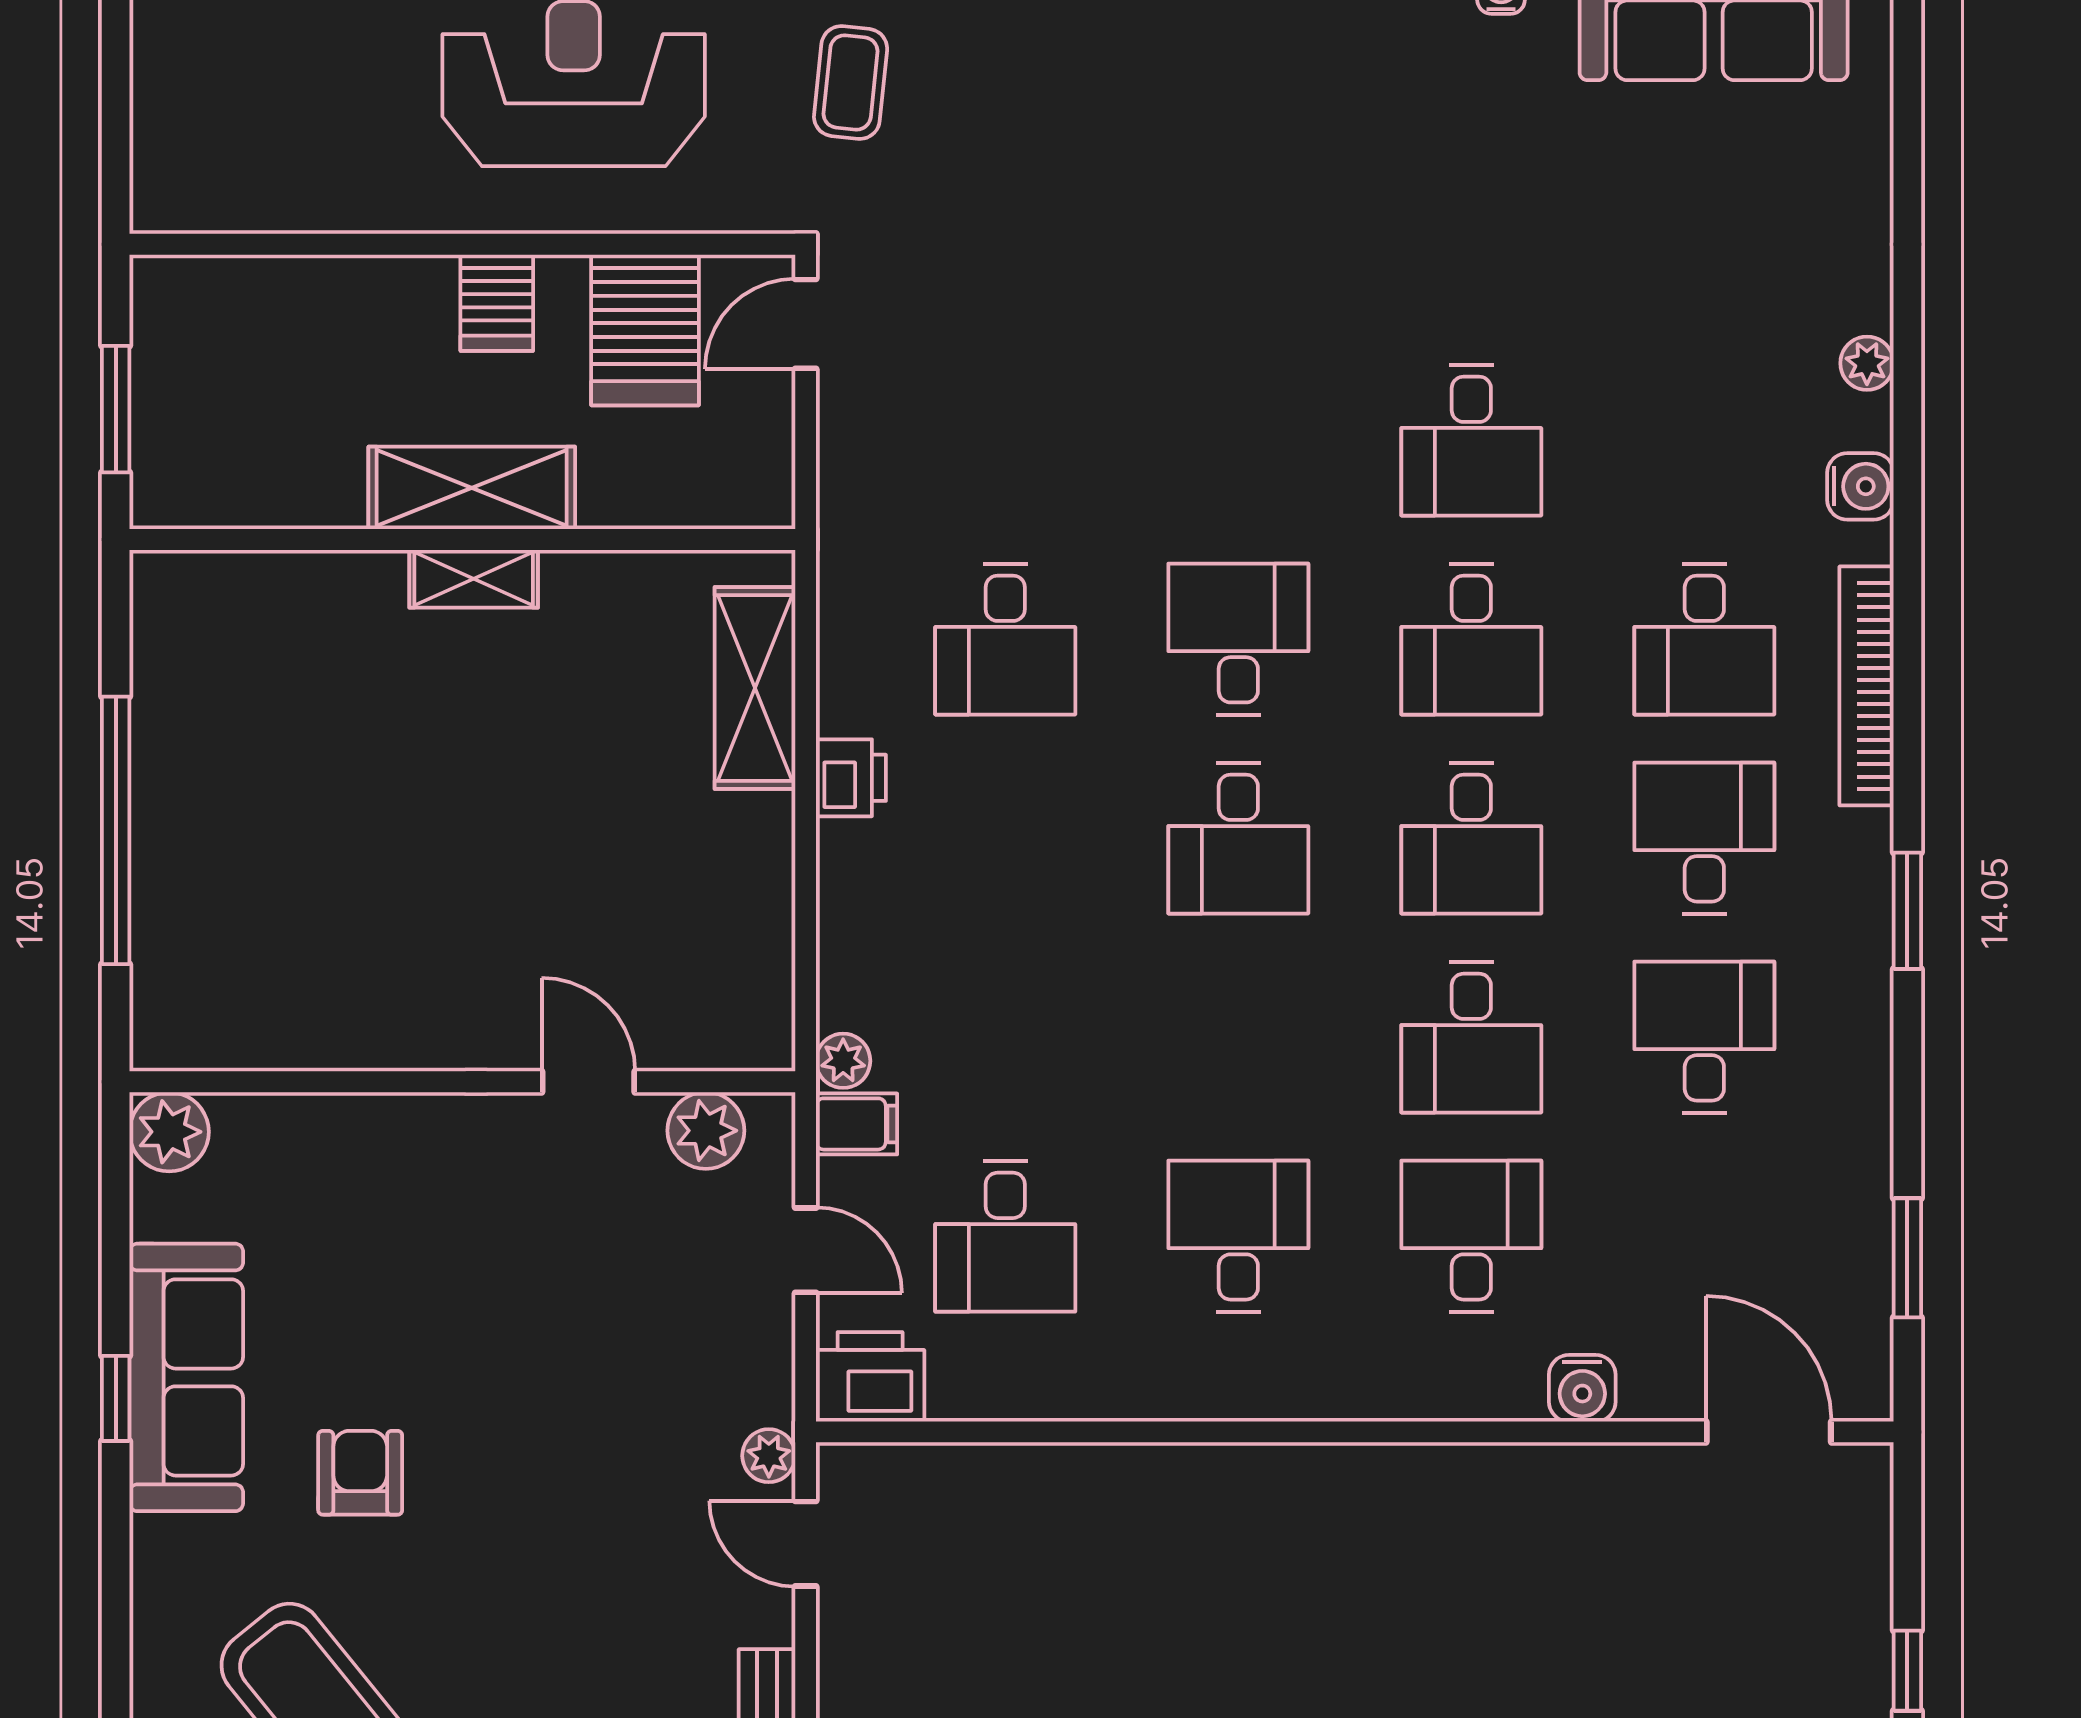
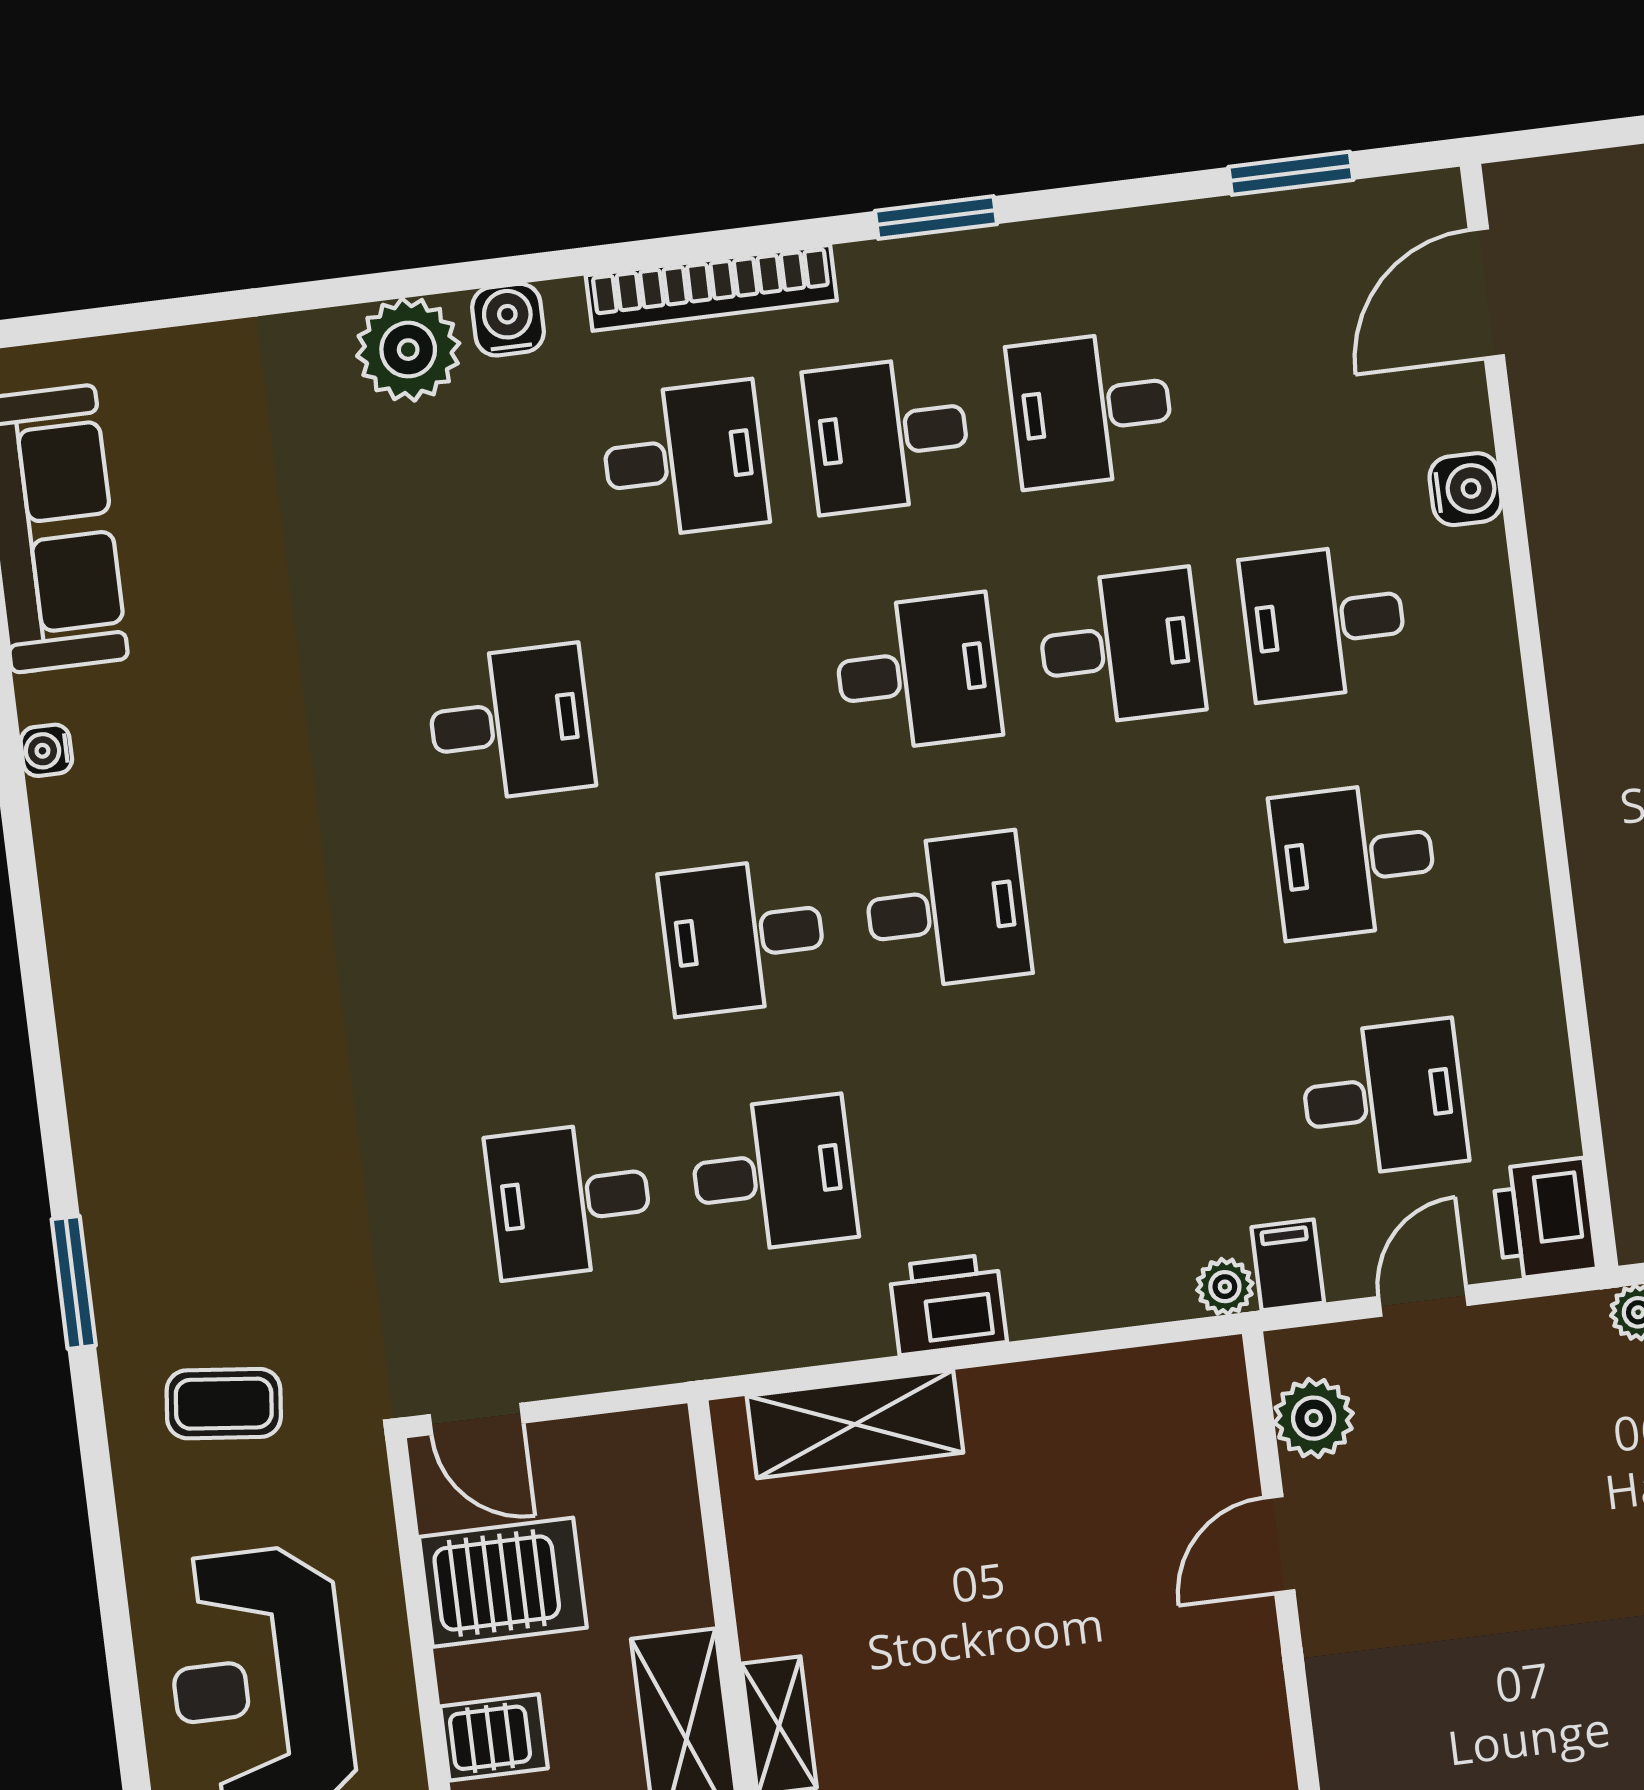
plant: (1867, 363) -> (408, 350), width x1.88, depth x1.88
desk: (1471, 639) -> (570, 1200), moved, turned 180
printer: (851, 778) -> (948, 1304), width x1.36, depth x1.24

